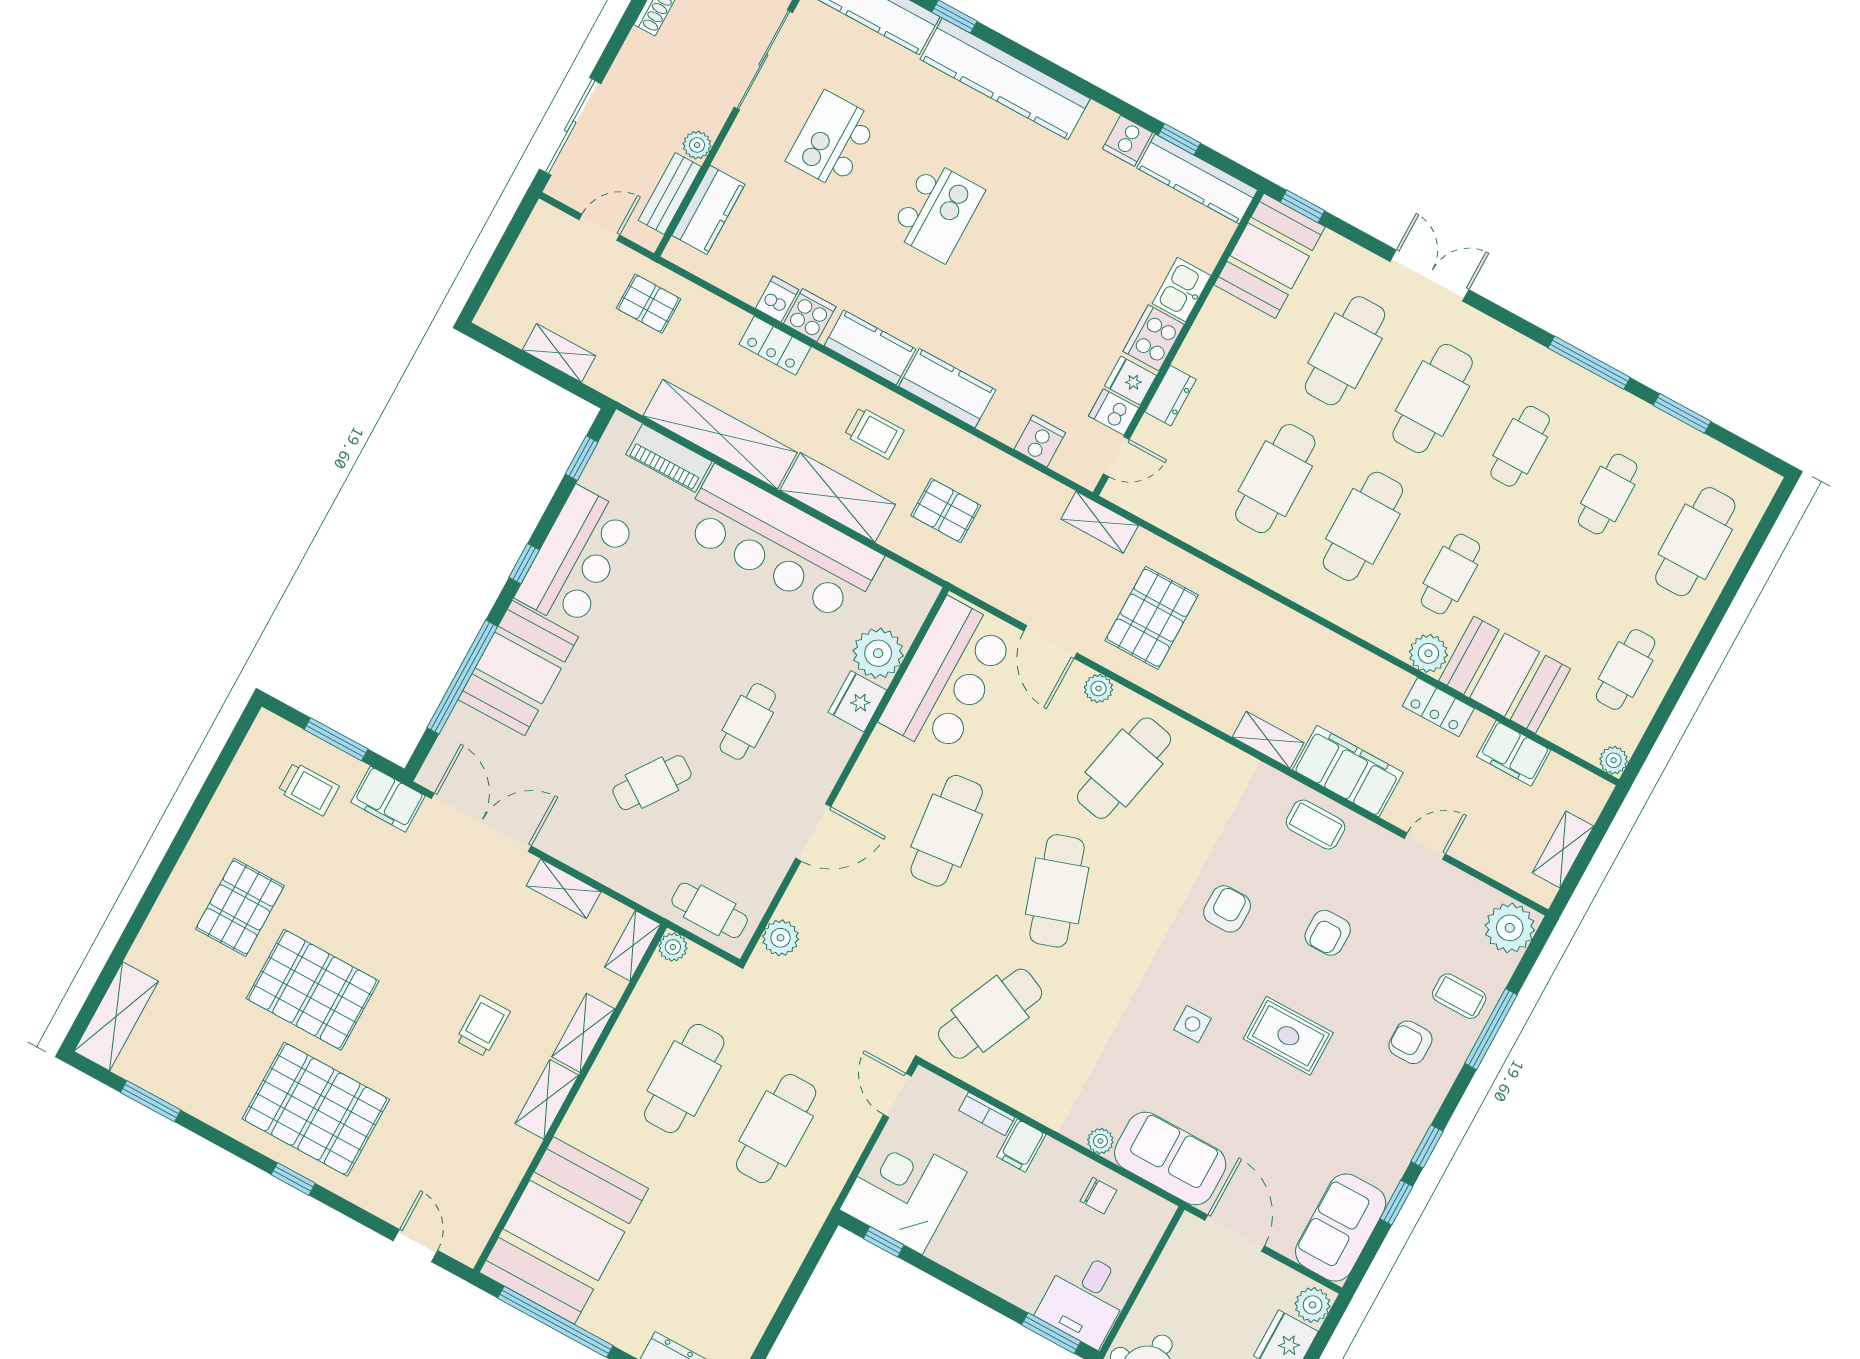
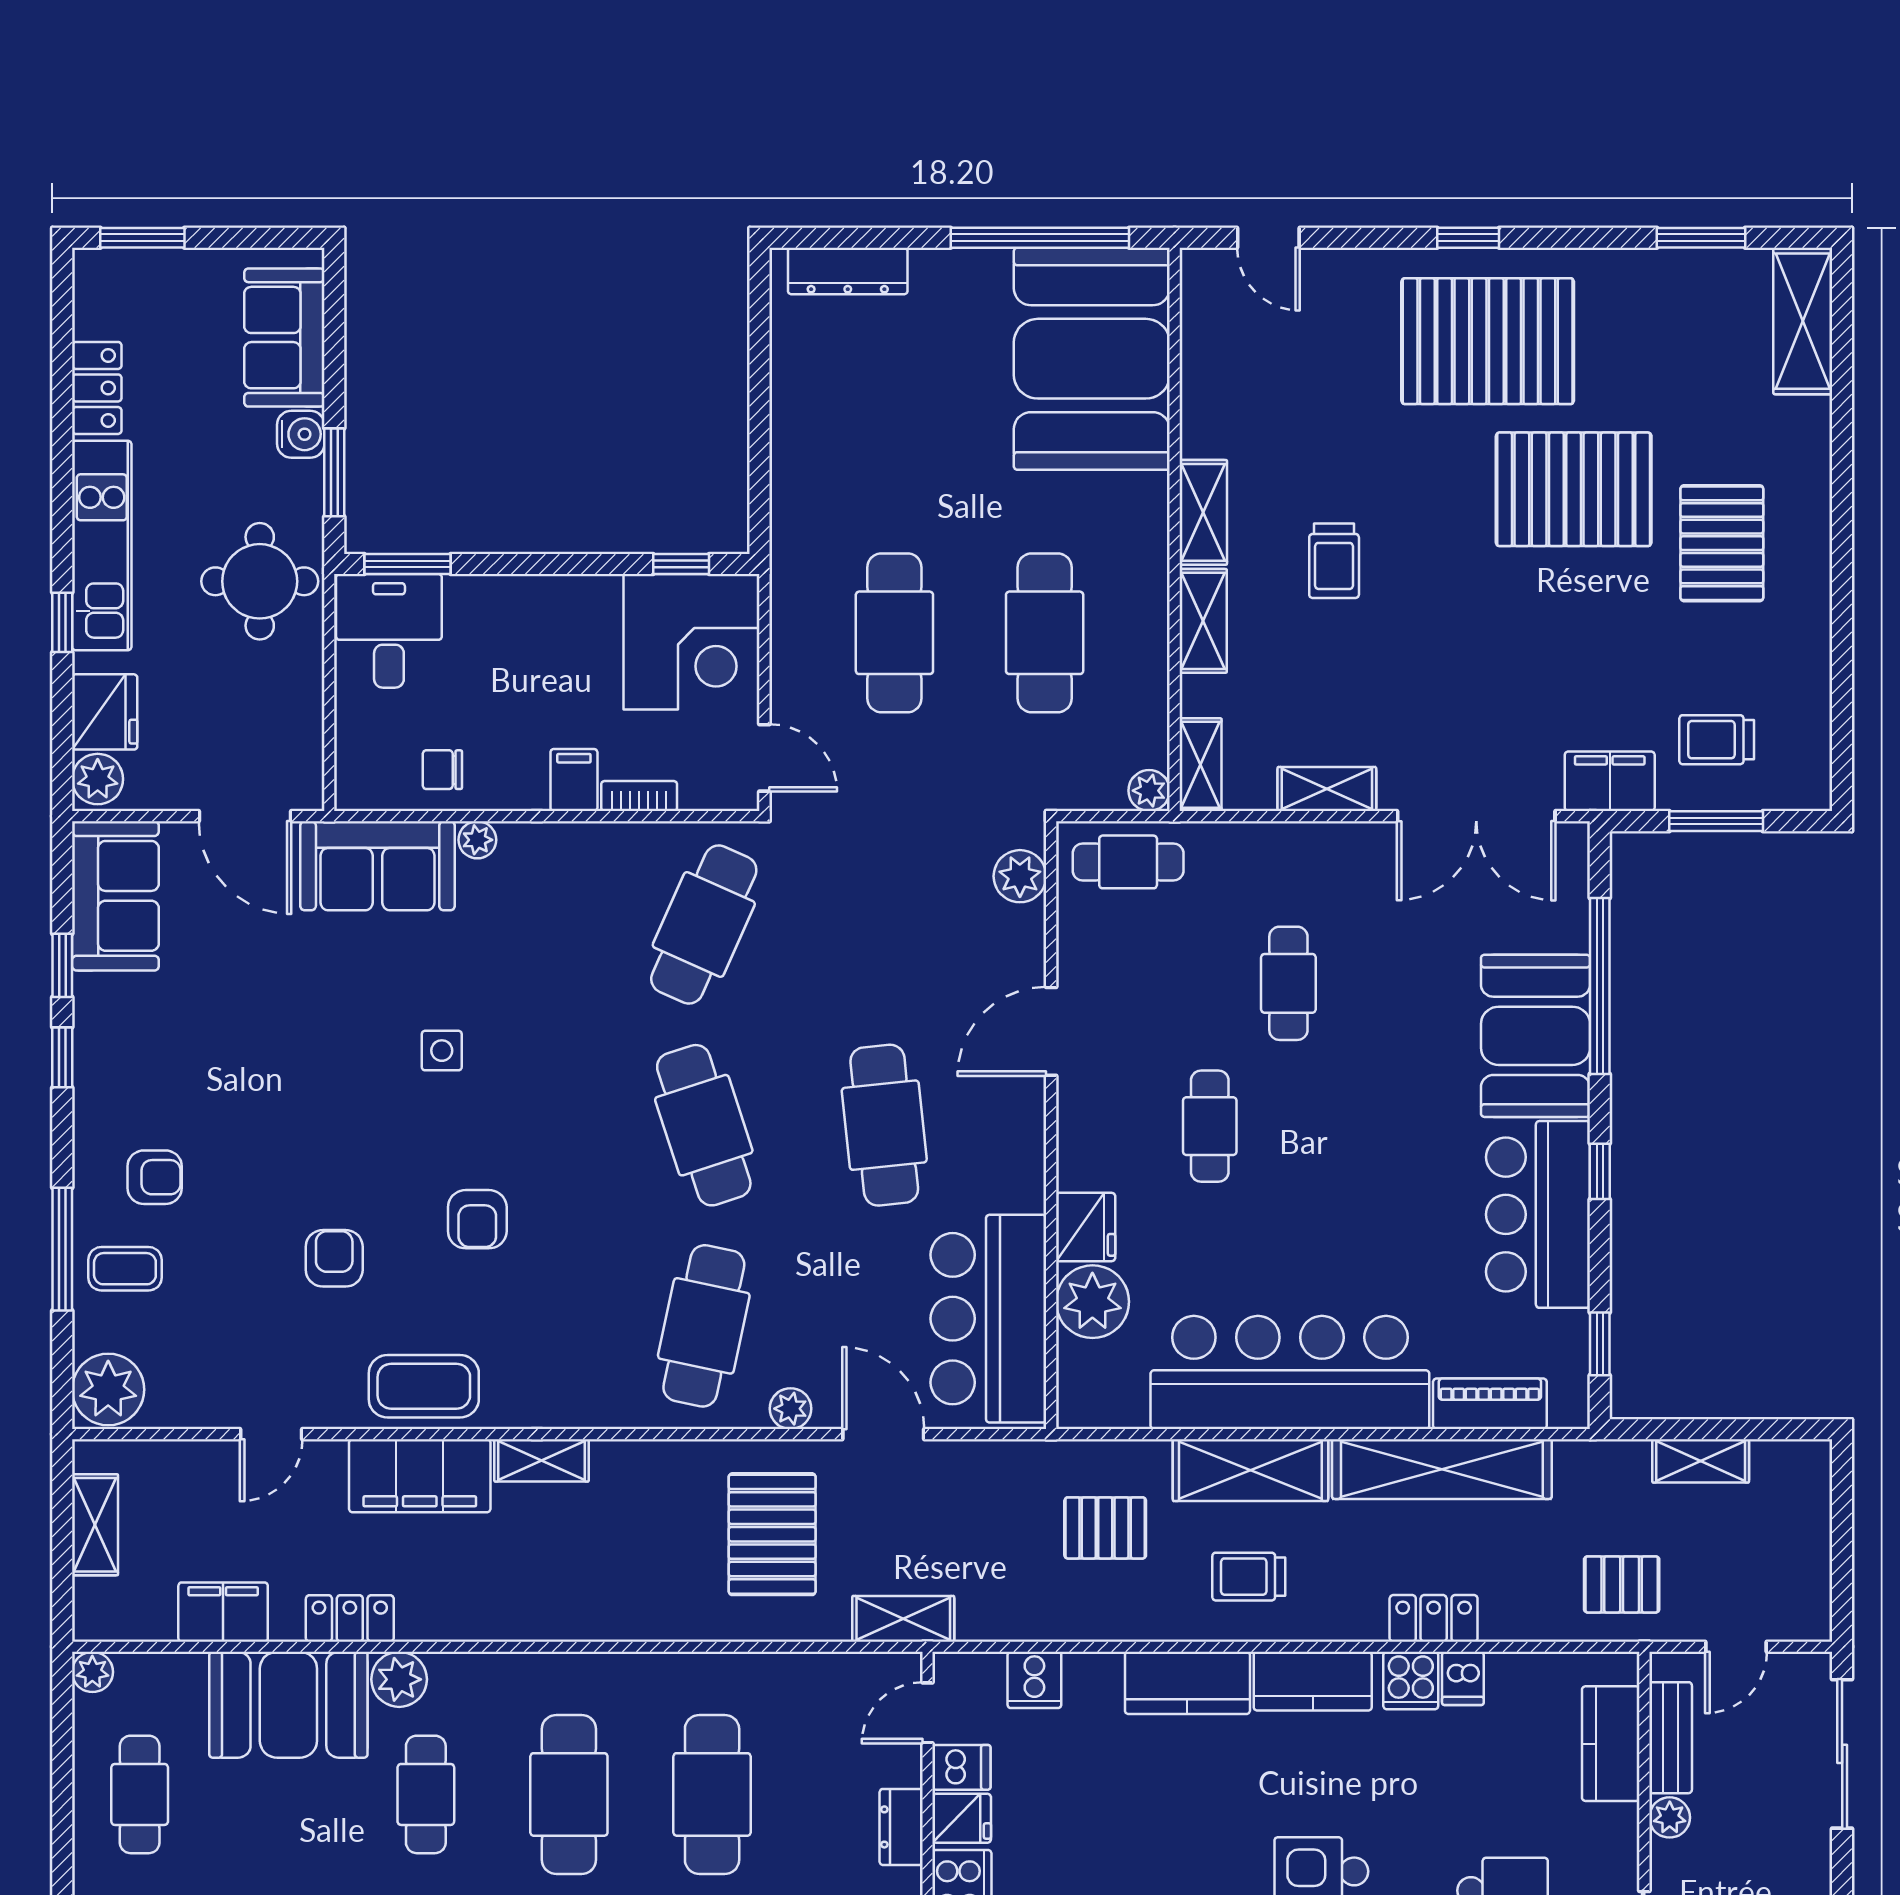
cafe table: (652, 783) -> (1288, 983), turned -35
coffee table: (1316, 825) -> (424, 1386), width x1.36, depth x1.30
rug: (1288, 1036) -> (313, 1101), removed

